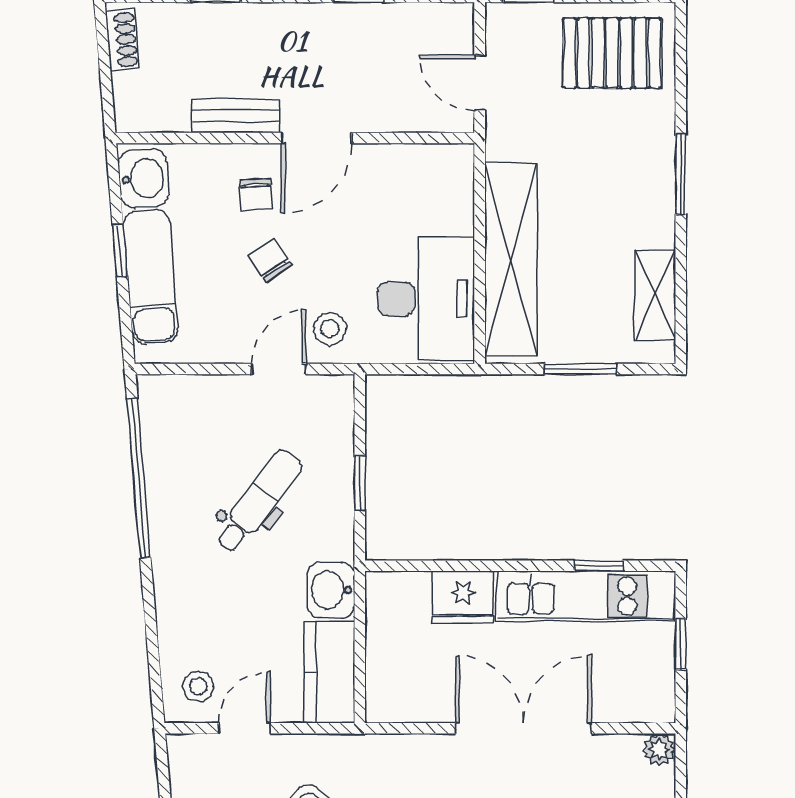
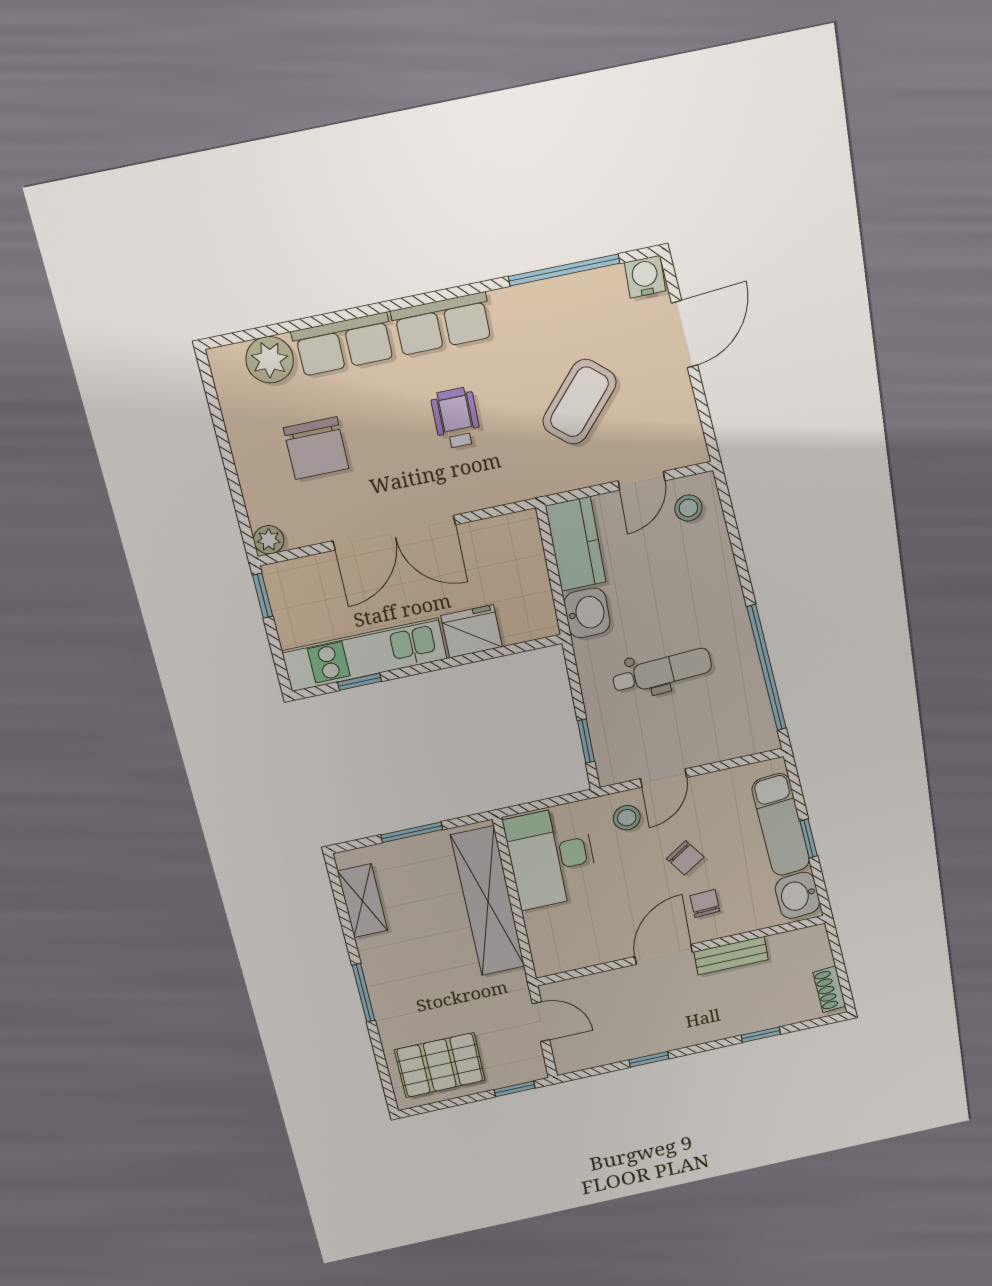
window: (360, 483) -> (586, 741), moved
dental chair: (259, 501) -> (662, 671), turned -130
window: (681, 644) -> (263, 596), moved

